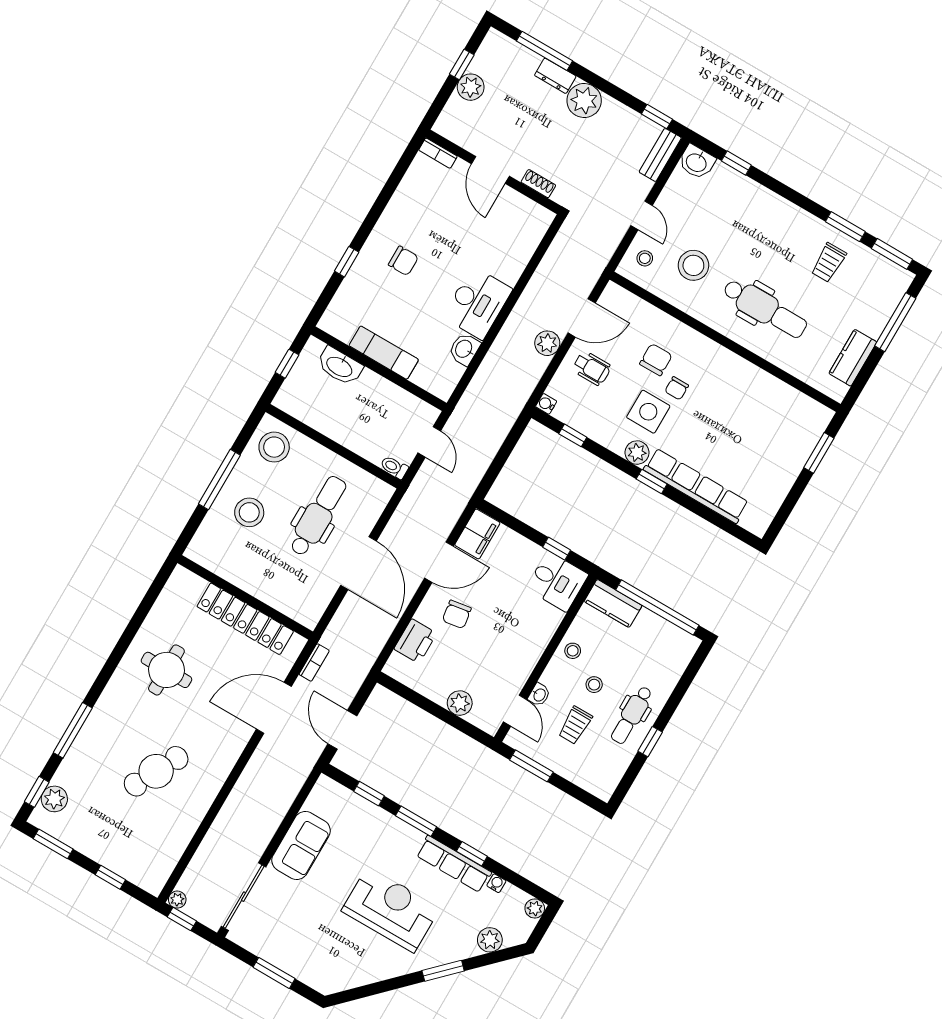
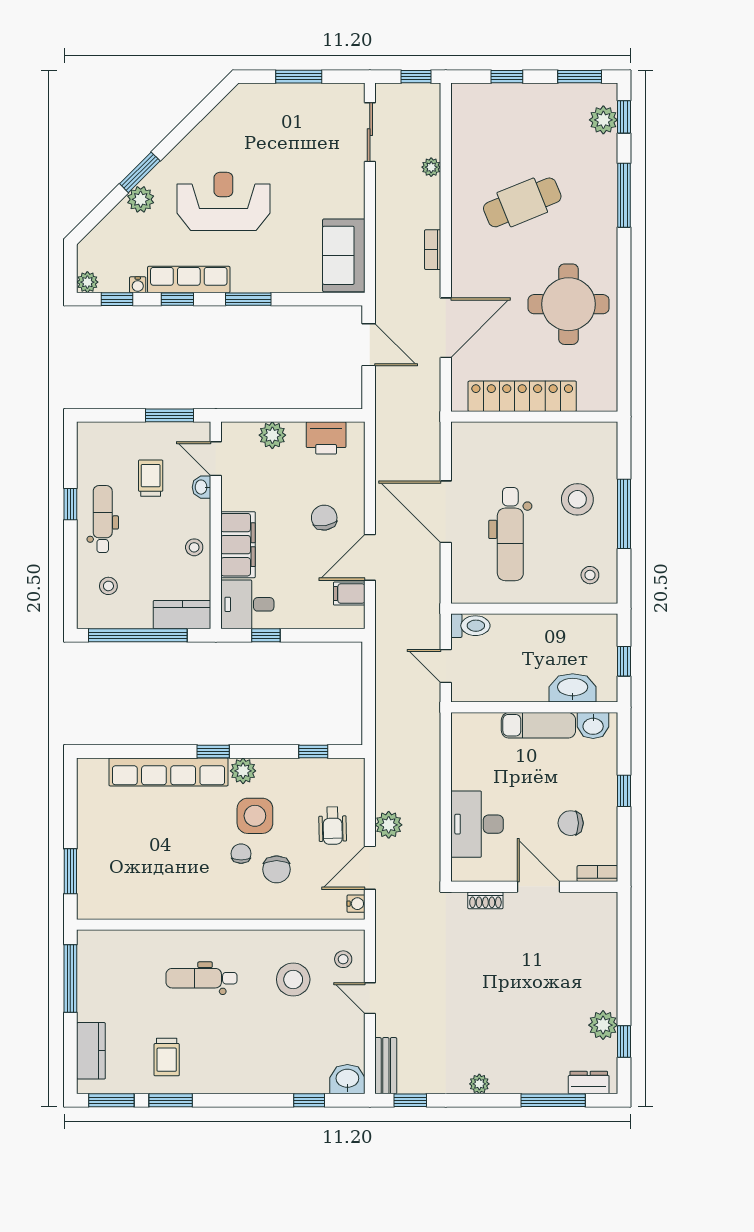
dresser: (555, 76) -> (589, 1083), moved
plant: (584, 101) -> (479, 1084), width x0.53, depth x0.53
bookcase: (438, 153) -> (597, 874), moved
door: (490, 170) -> (539, 887), moved
wall: (494, 172) -> (534, 887), moved
shoe rack: (538, 184) -> (485, 900), moved
trolley: (829, 262) -> (167, 1057), turned 180
dental chair: (765, 309) -> (202, 978), width x0.73, depth x0.72
window: (895, 322) -> (70, 978), moved
washbasin: (464, 349) -> (593, 726), moved, turned 90
kitchen counter: (853, 358) -> (91, 1051), moved
wheelchair: (592, 368) -> (333, 826), turned -91
water cooler: (546, 404) -> (356, 904), moved
stool: (274, 447) -> (590, 575), width x0.53, depth x0.53
toilet: (394, 467) -> (470, 626), width x1.37, depth x1.39
filing cabinet: (477, 534) -> (349, 594), width x0.50
filing cabinet: (537, 633) -> (238, 545), added
printer: (415, 641) -> (326, 438), moved, turned -90
bookcase: (314, 662) -> (433, 250), moved
round table: (166, 670) -> (569, 304), width x1.36, depth x1.36
stool: (594, 685) -> (108, 586), moved
cafe table: (156, 771) -> (522, 202), turned 41
window: (369, 794) -> (117, 299), moved
sofa: (301, 845) -> (344, 255), moved
sliding door: (244, 897) -> (370, 132), width x0.73
plant: (177, 900) -> (431, 167), moved
reception desk: (391, 909) -> (223, 201), turned 180
plant: (490, 940) -> (141, 199), moved

